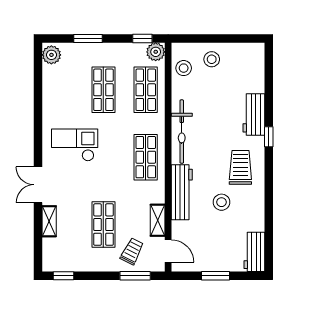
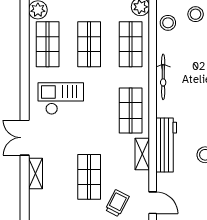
shop shelf: (61, 90) -> (48, 44), added
bicycle: (182, 132) -> (163, 77), width x0.73, depth x0.71
shelving: (158, 220) -> (142, 154), moved

